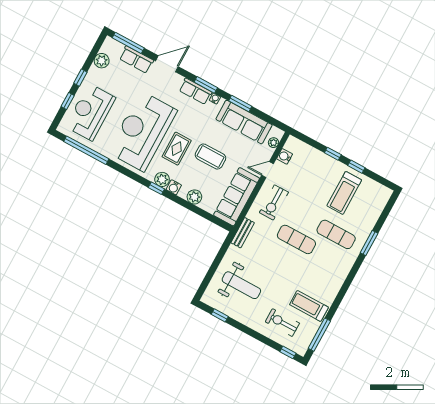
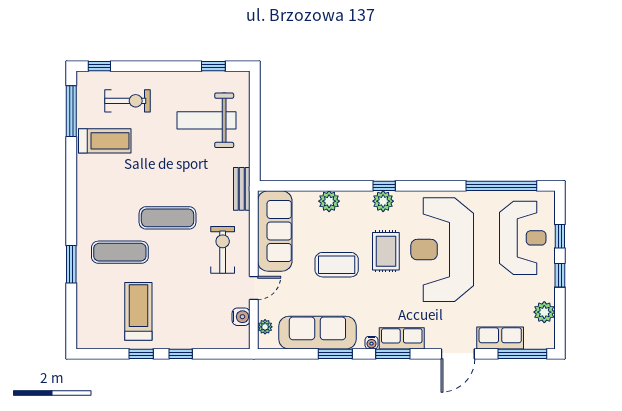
reception desk: (142, 131) -> (442, 250), turned 180
water cooler: (174, 187) -> (362, 199), removed

